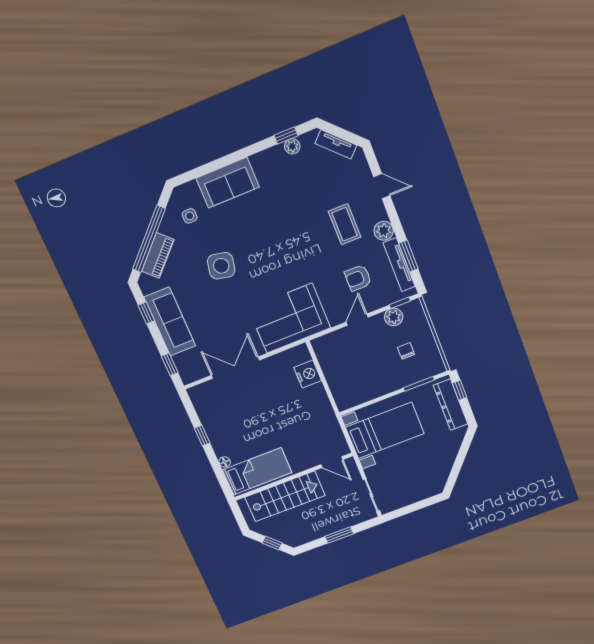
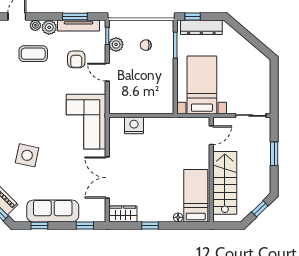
plant: (380, 213) -> (35, 25), added
wardrobe: (202, 401) -> (123, 214), added

